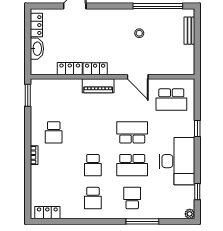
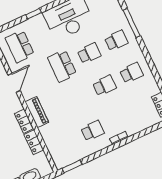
school desk: (171, 100) -> (20, 46), turned 180
school desk: (132, 165) -> (89, 53), width x0.54
school desk: (132, 198) -> (116, 40), turned 180

